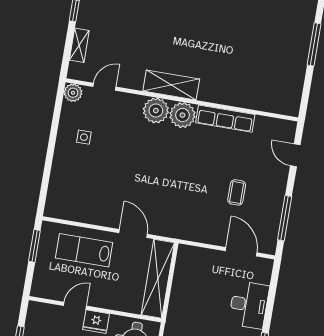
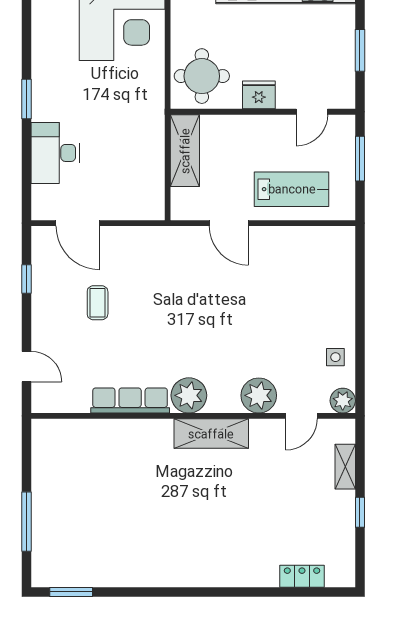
plant: (156, 111) -> (259, 395), moved
side table: (84, 137) -> (335, 357), moved
window: (285, 218) -> (26, 279), width x0.46
window: (34, 246) -> (360, 159), moved
shelving: (158, 279) -> (185, 151), width x0.68
door: (75, 306) -> (312, 112), moved

